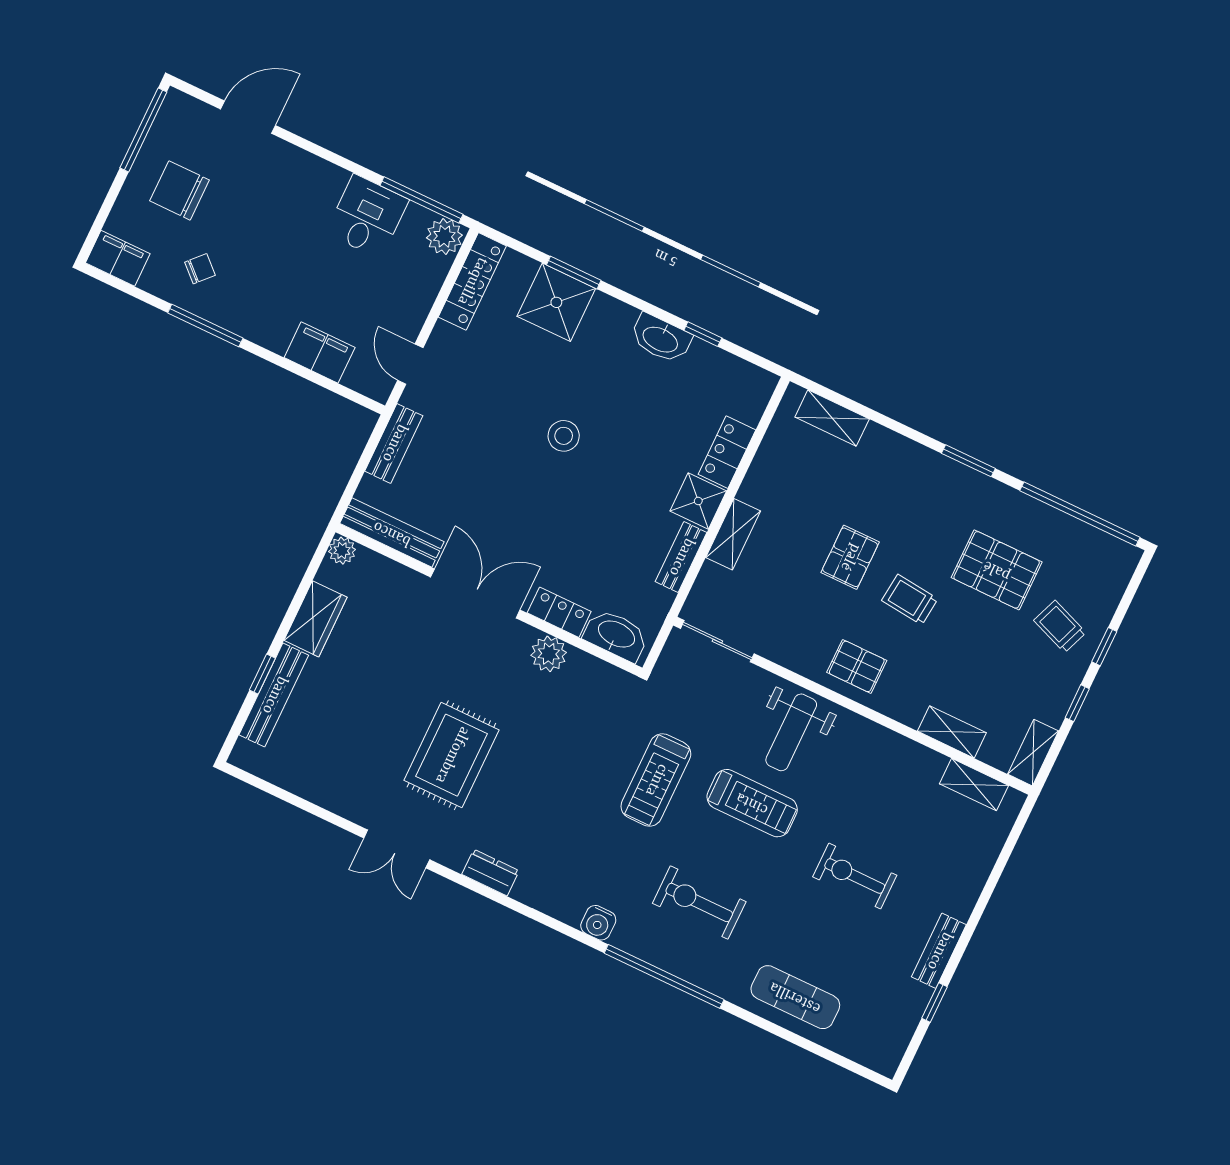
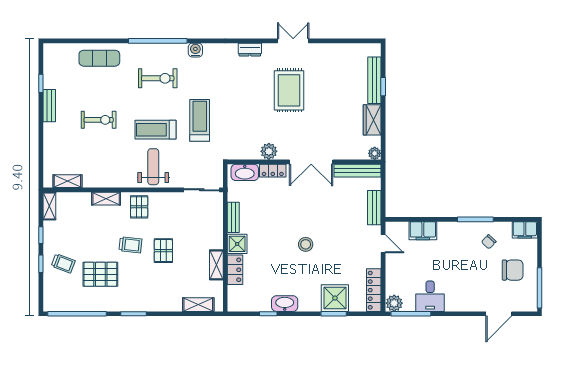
shelving: (733, 534) -> (216, 265), moved
pallet: (857, 666) -> (139, 207), turned 90
shelving: (952, 732) -> (106, 199), moved

